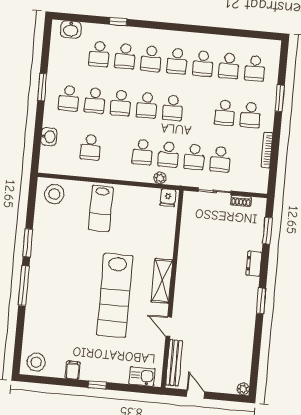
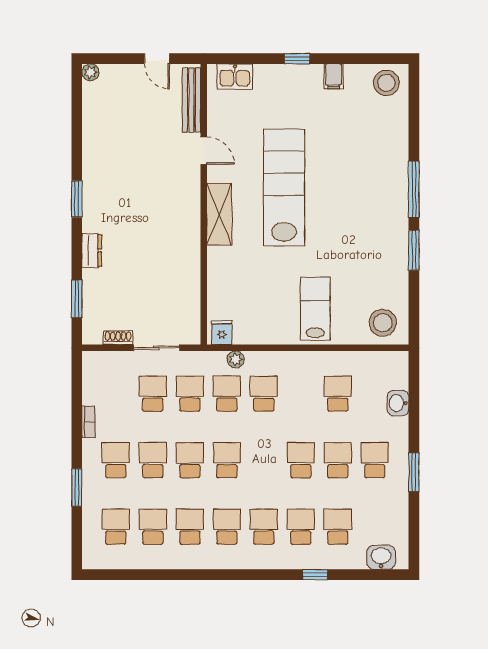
school desk: (147, 105) -> (190, 460), moved
bookcase: (267, 150) -> (88, 422), width x0.64

